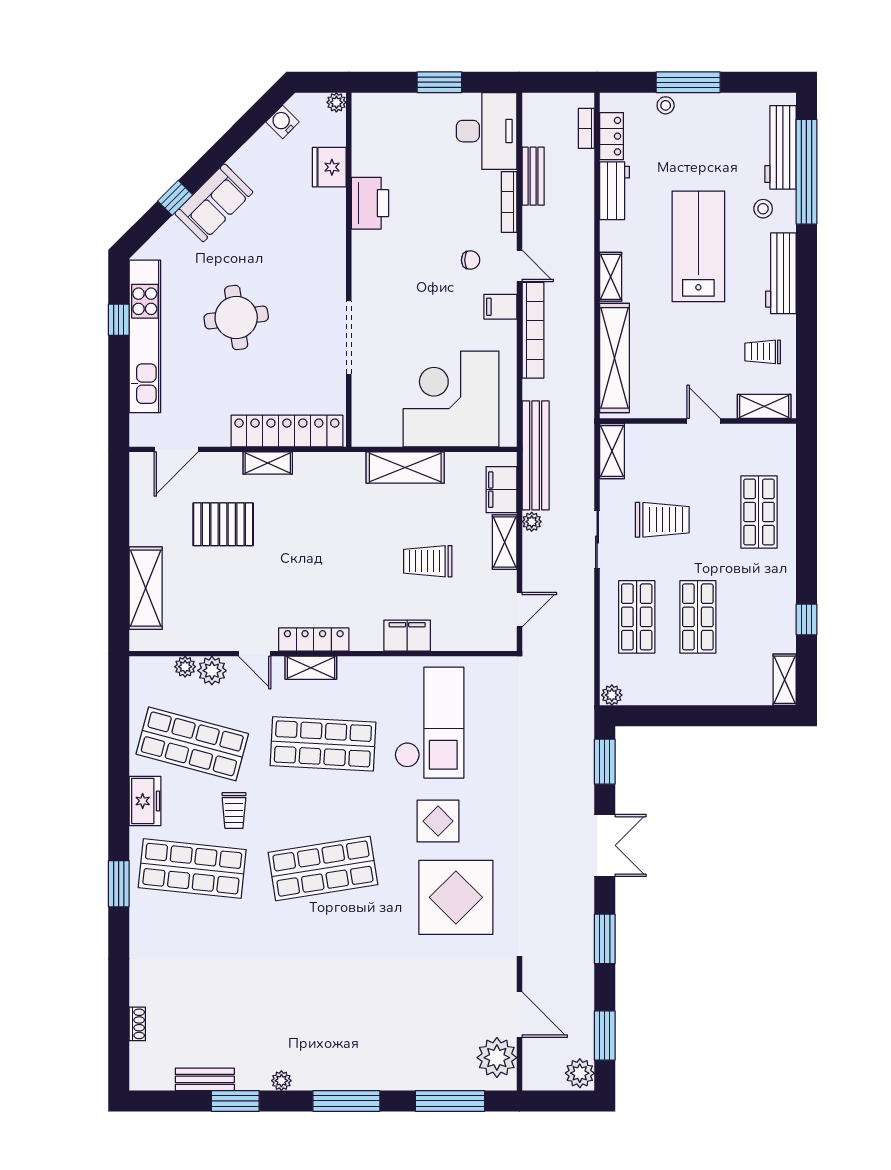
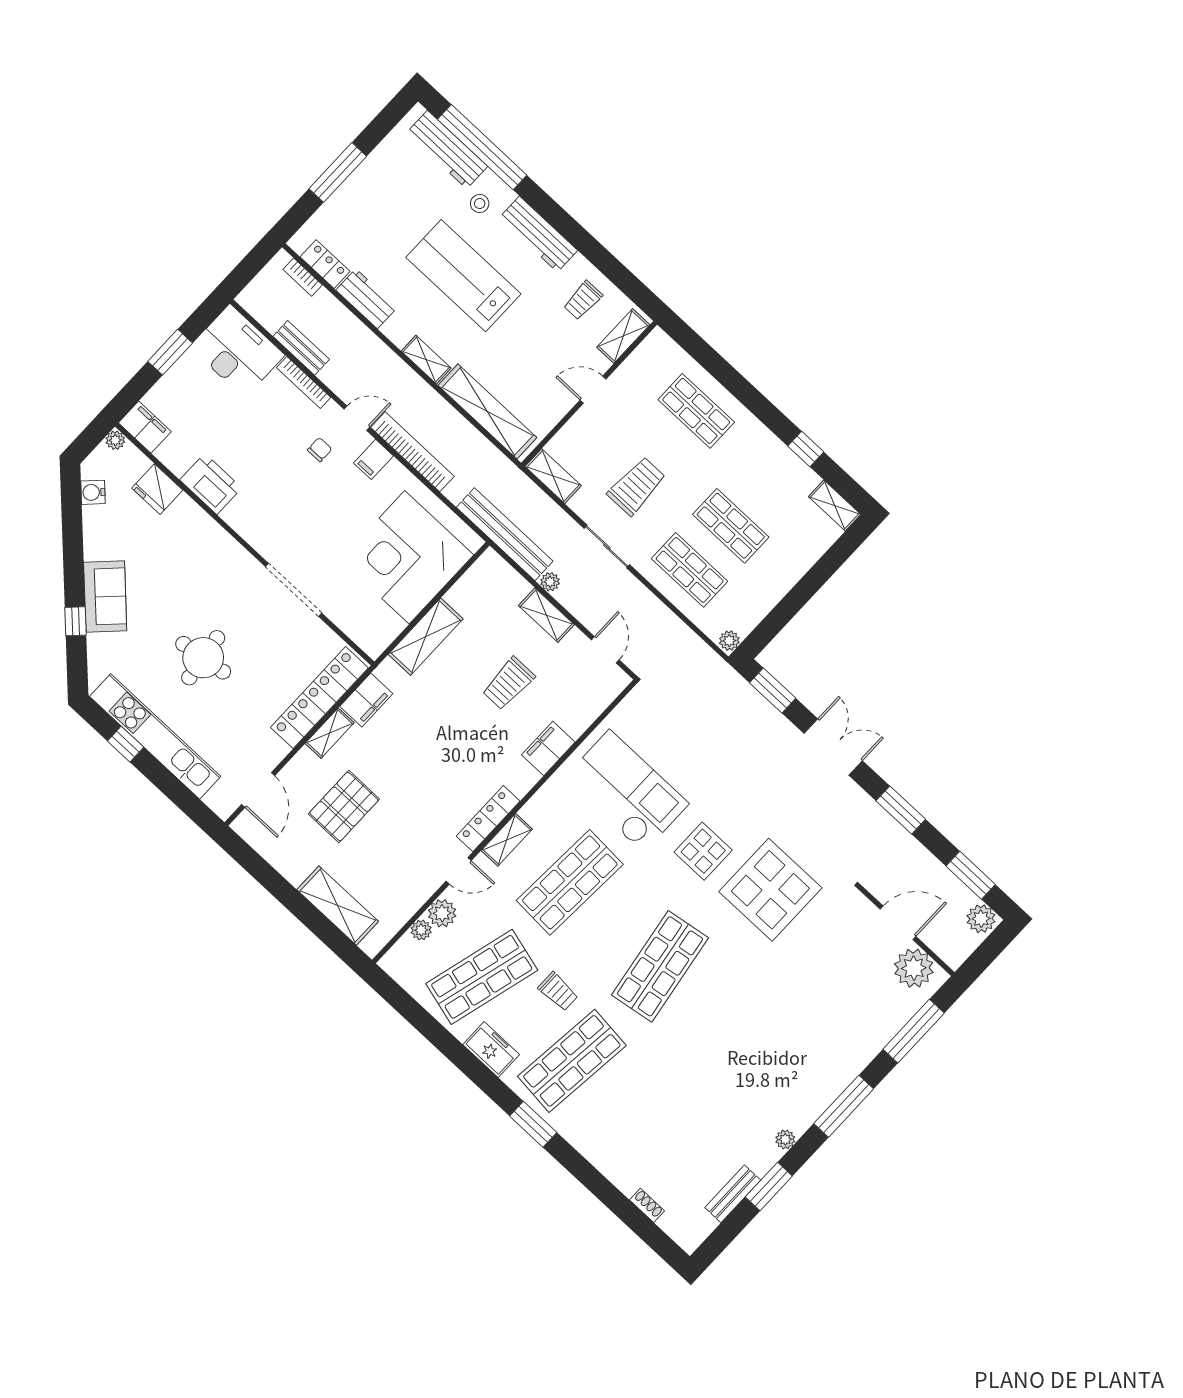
stool: (666, 105) -> (339, 204), removed
filing cabinet: (366, 115) -> (145, 427), added
filing cabinet: (501, 490) -> (366, 700), moved, turned -90

